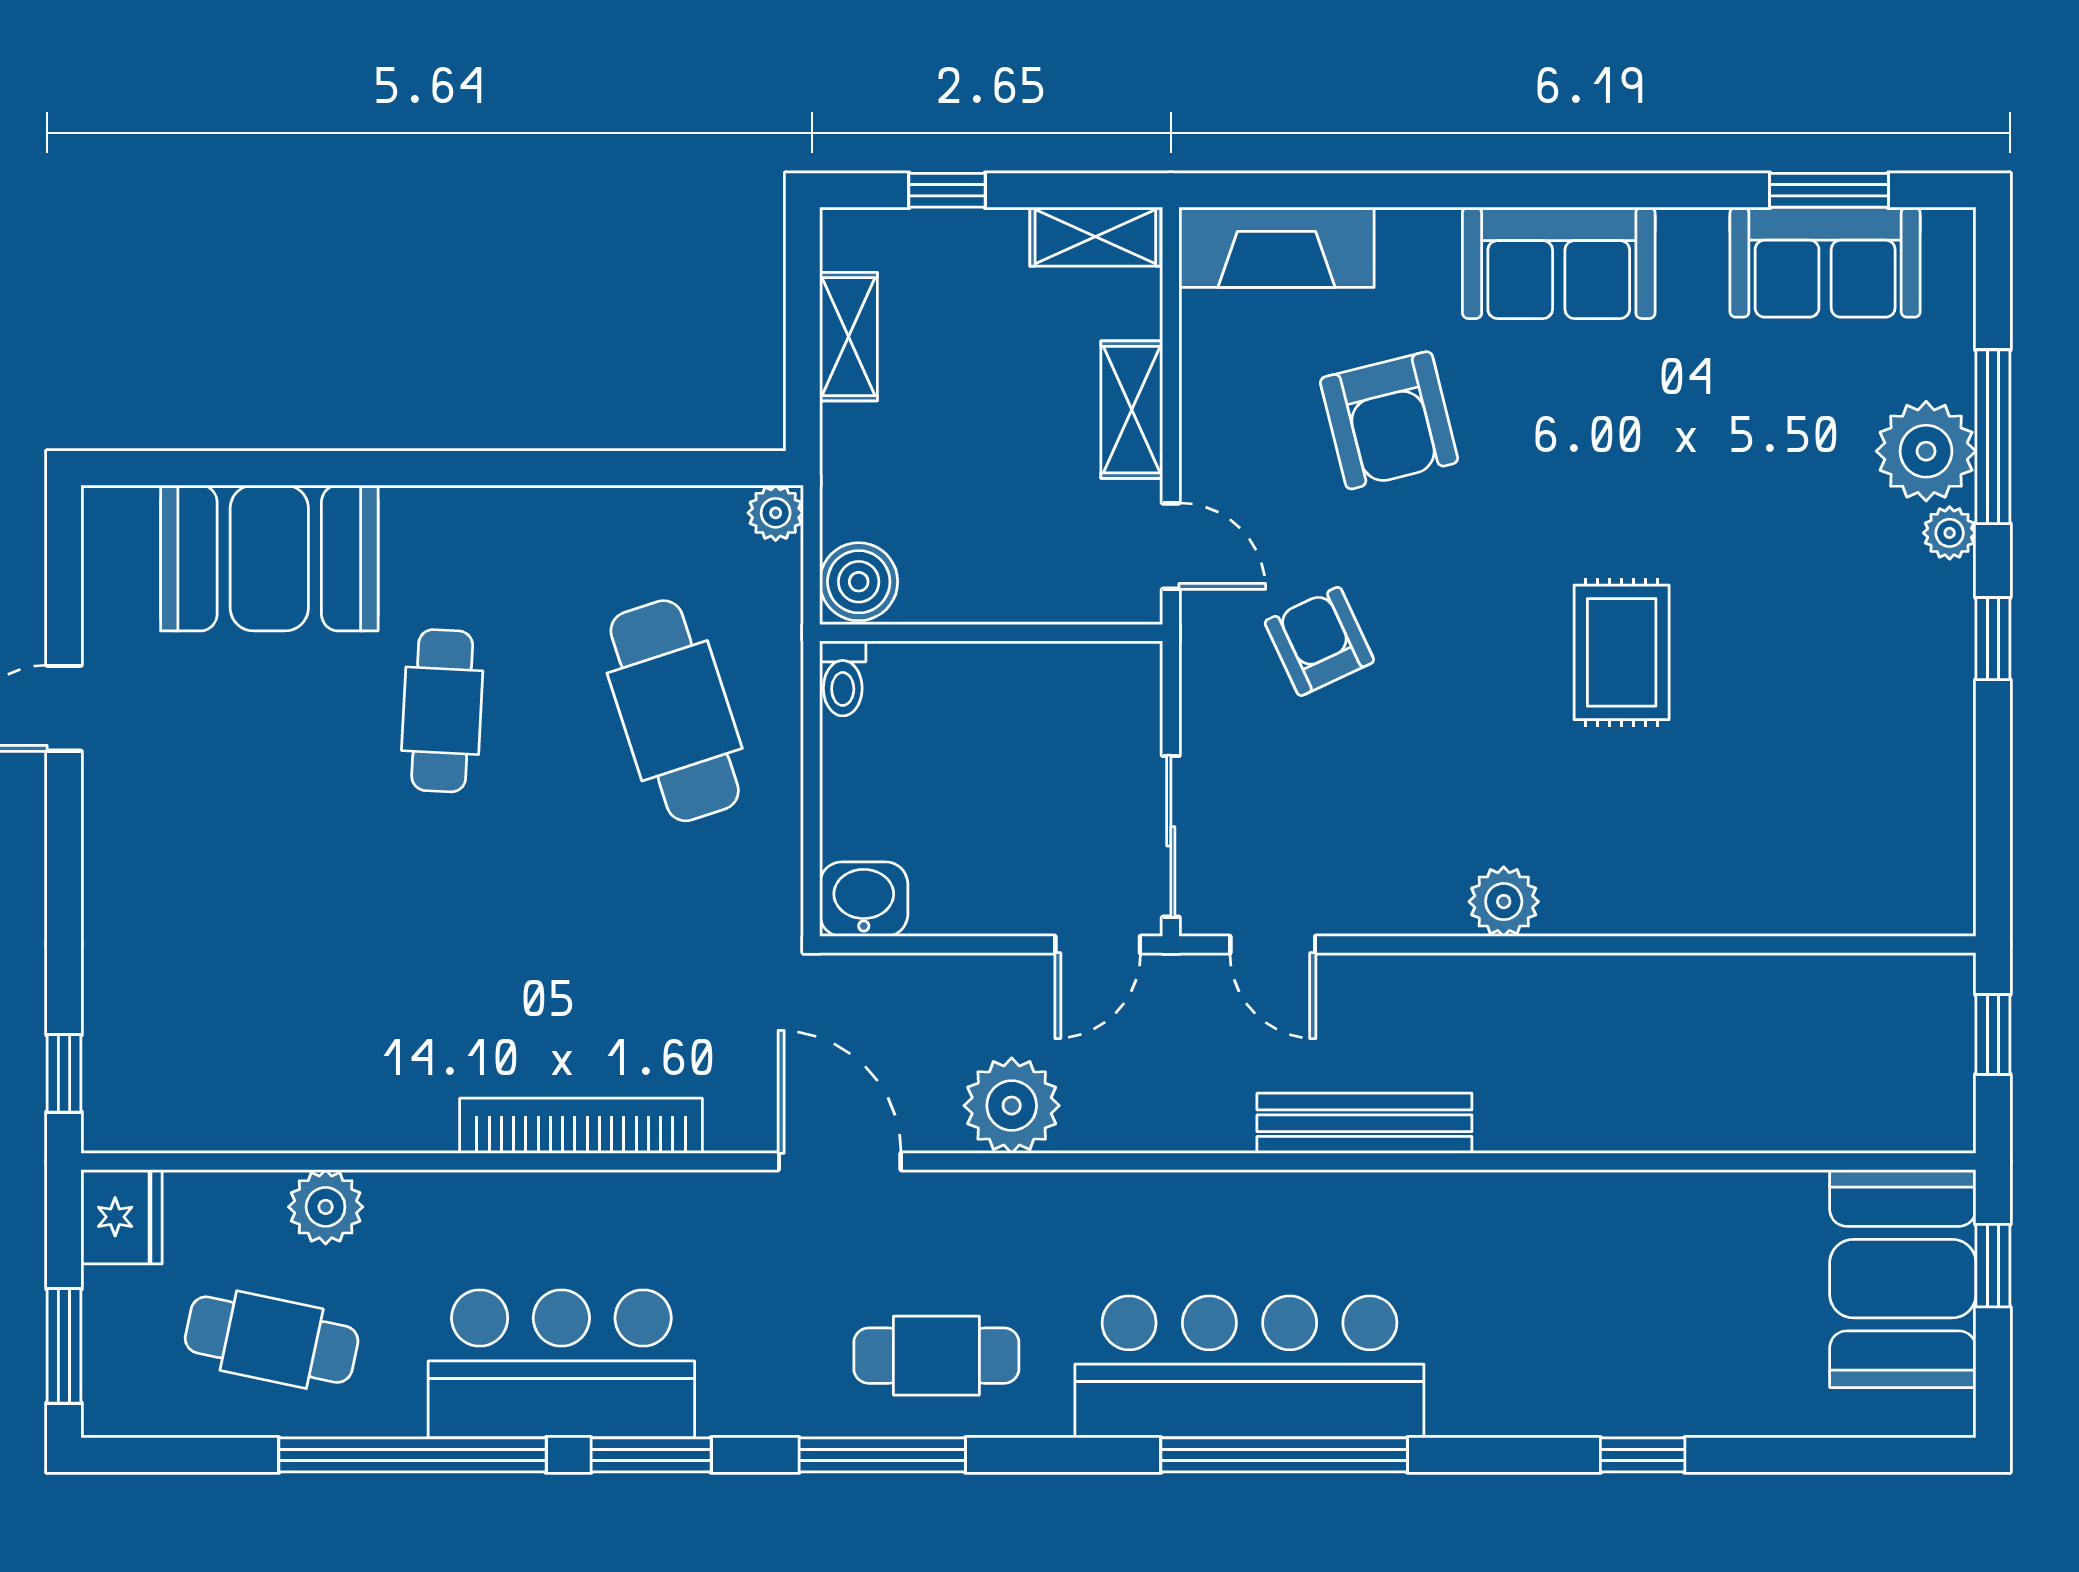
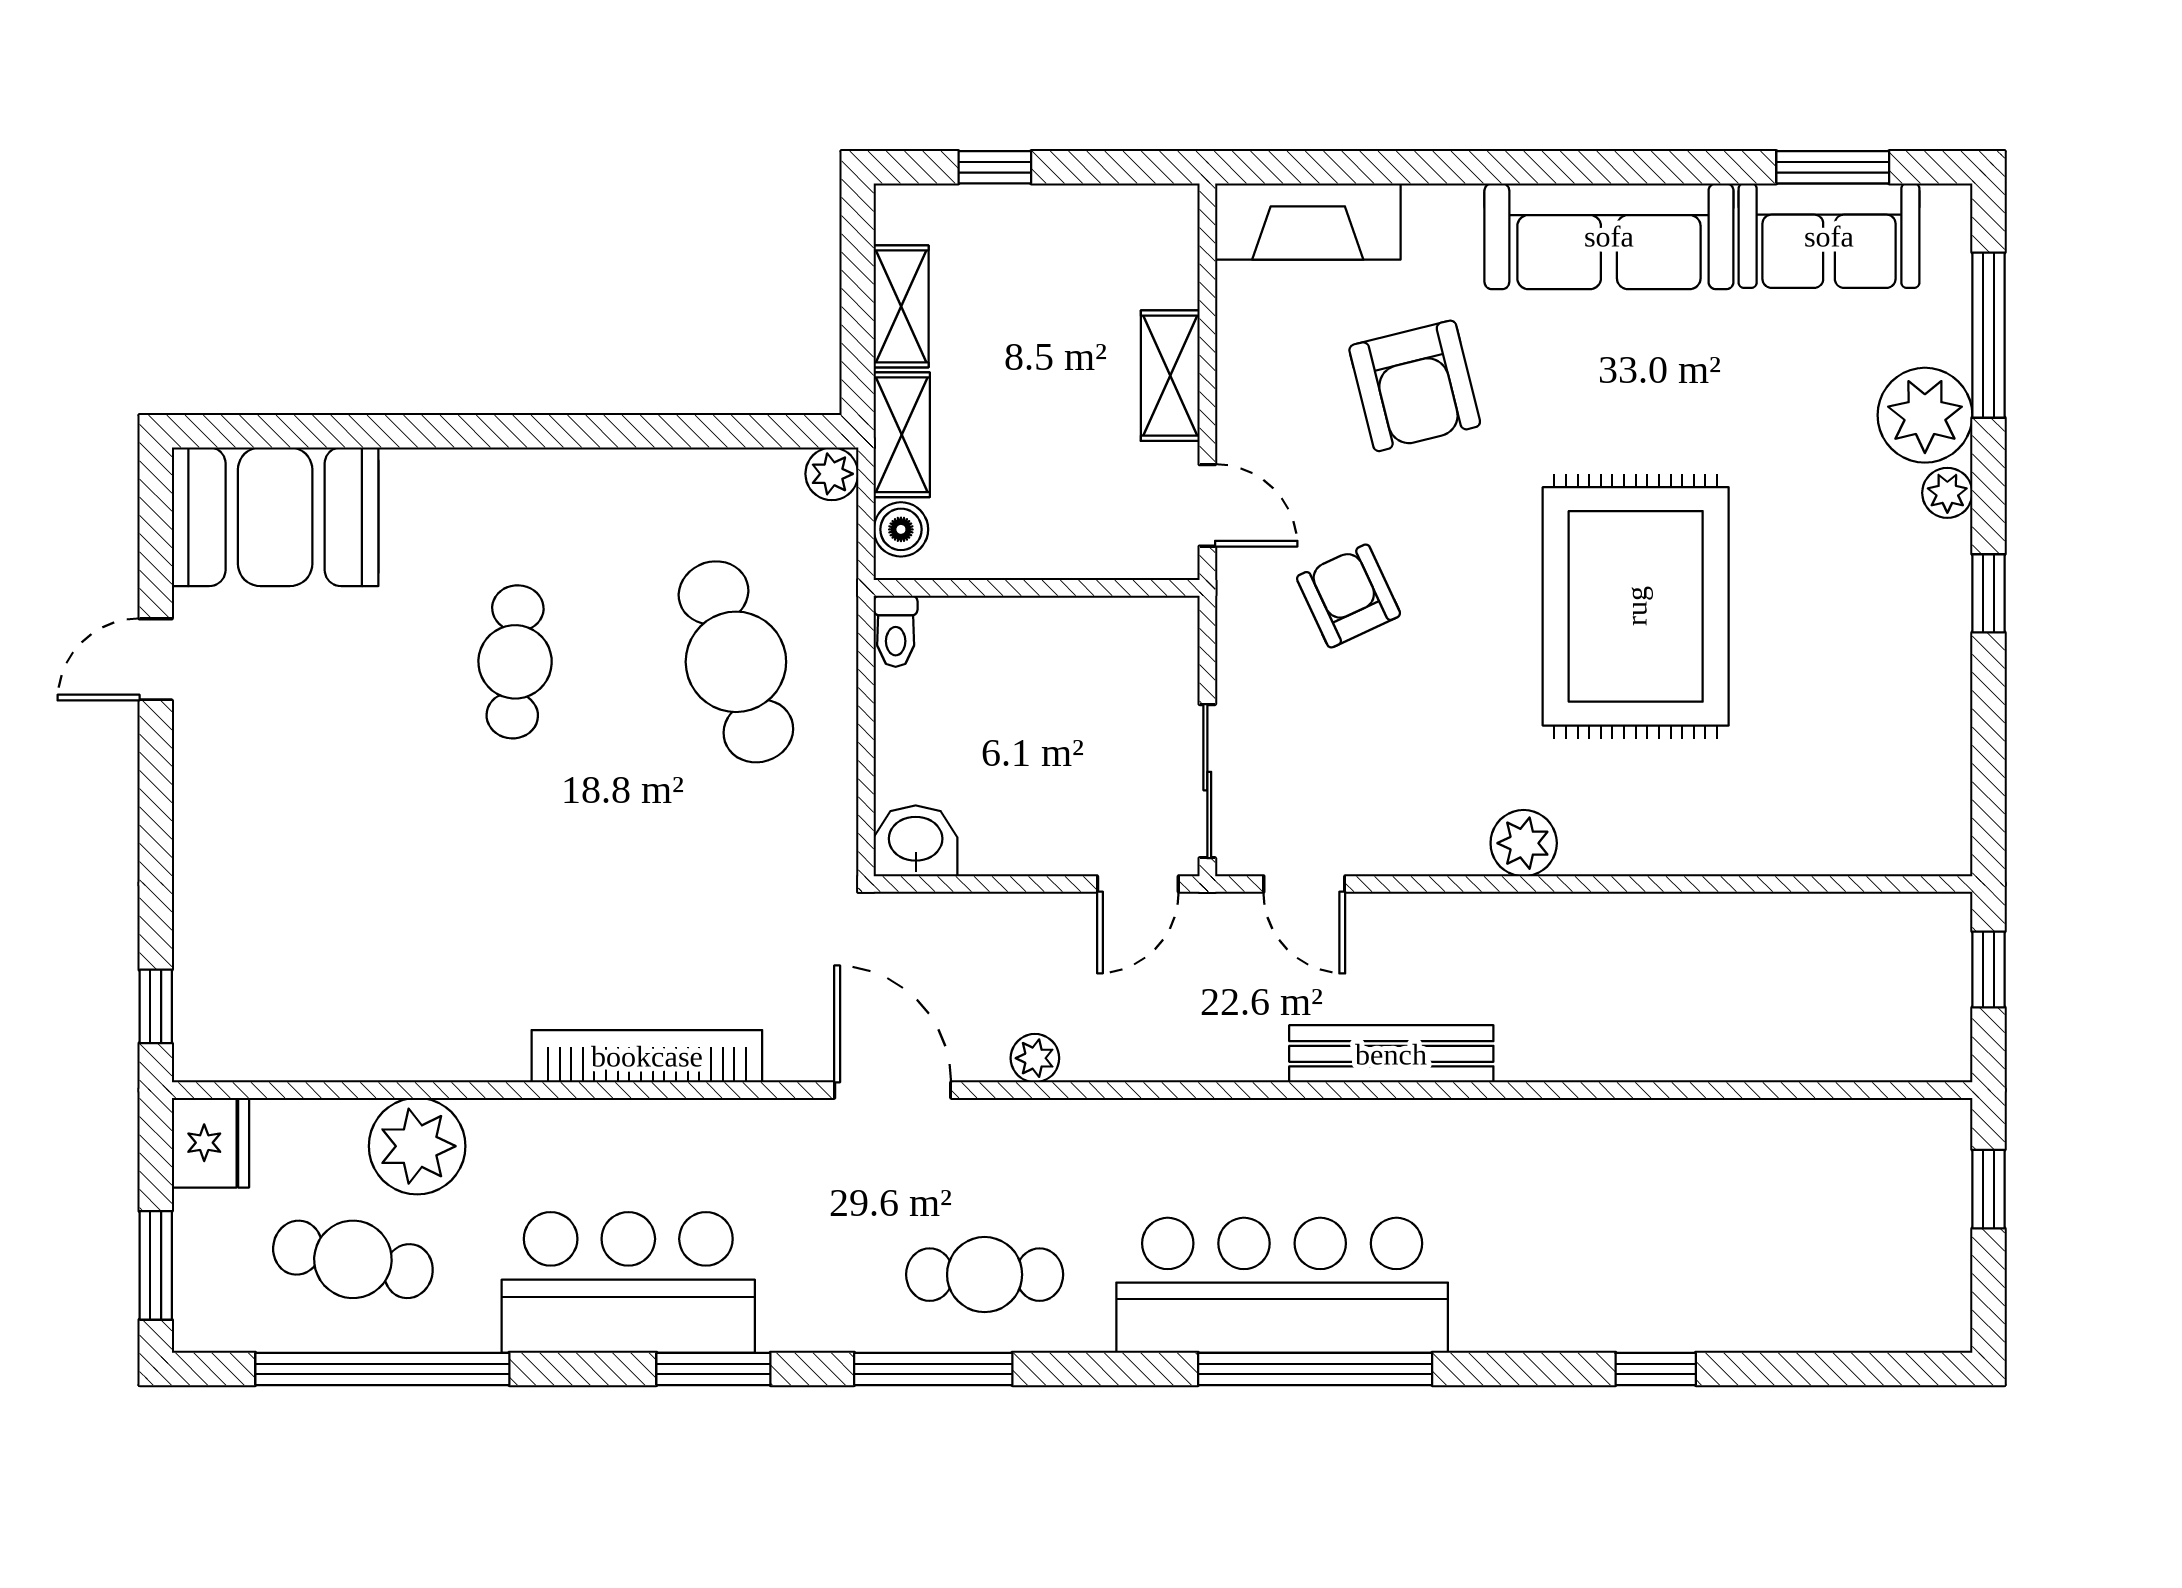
shelving: (1095, 237) -> (902, 435), moved, turned 90
sofa: (1559, 263) -> (1609, 236), width x1.36
window: (1993, 437) -> (1988, 335), moved
booth: (269, 558) -> (275, 517), moved
boiler: (859, 582) -> (901, 529), width x0.73, depth x0.73
rug: (1622, 652) -> (1636, 606), width x1.86, depth x2.06
plant: (1012, 1106) -> (1035, 1058), width x0.53, depth x0.53
plant: (326, 1207) -> (417, 1146), width x1.36, depth x1.36
booth: (1903, 1279) -> (1903, 1201), removed
window: (412, 1455) -> (382, 1369), moved

